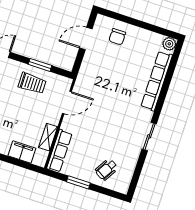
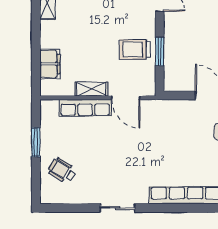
trolley: (32, 83) -> (135, 49), turned 90
shelving: (48, 137) -> (91, 89), moved
row of seats: (59, 151) -> (85, 108), moved

